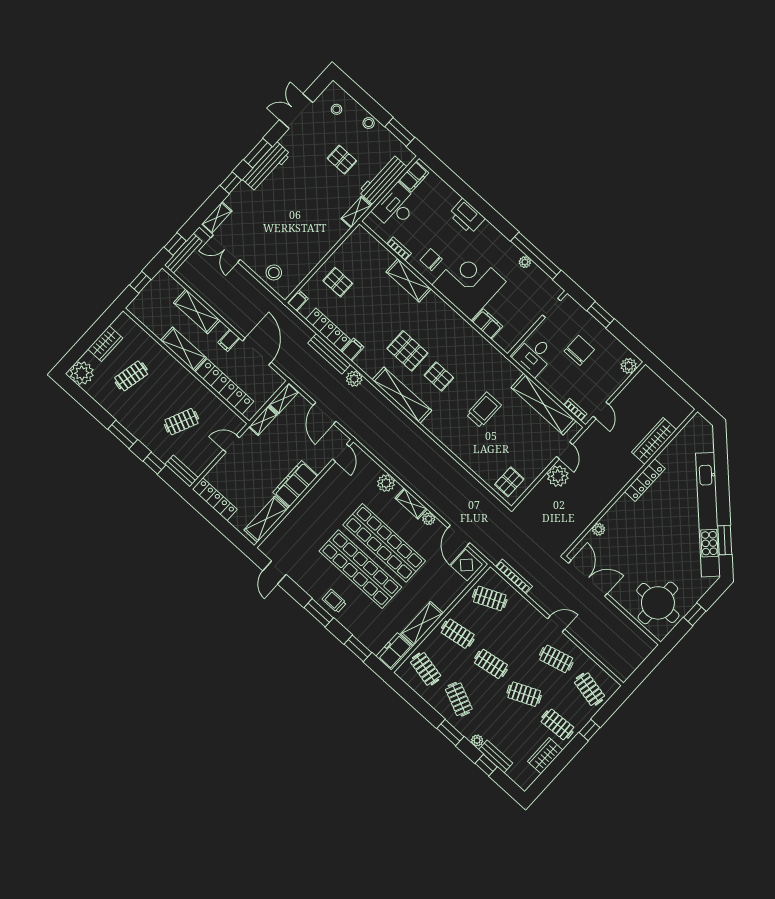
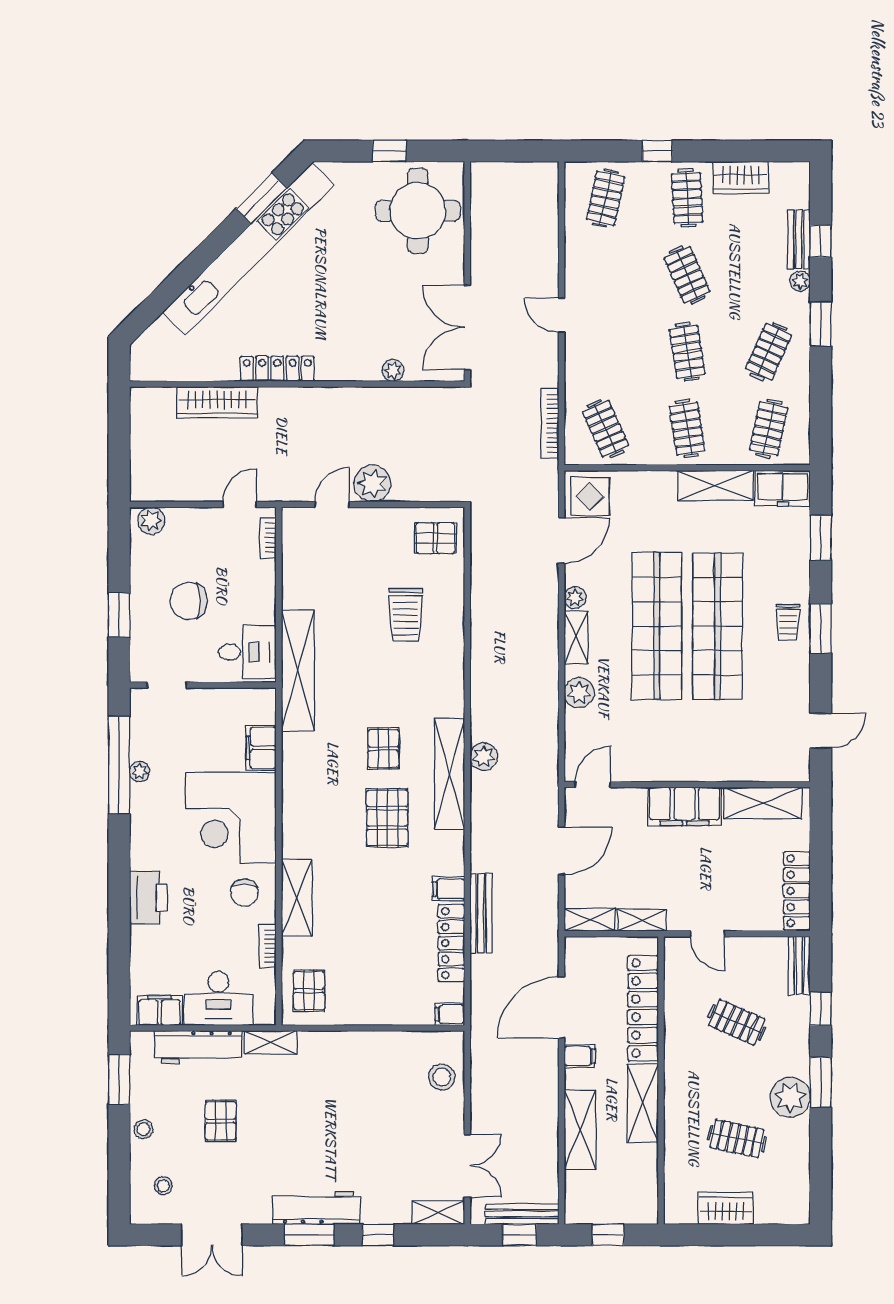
pallet: (338, 282) -> (309, 991), moved
plant: (82, 373) -> (790, 1097), moved
plant: (354, 379) -> (484, 757), moved
shelving: (544, 404) -> (298, 670), moved
trolley: (484, 410) -> (406, 615), moved, turned -90
clothes rail: (556, 659) -> (606, 275), removed

